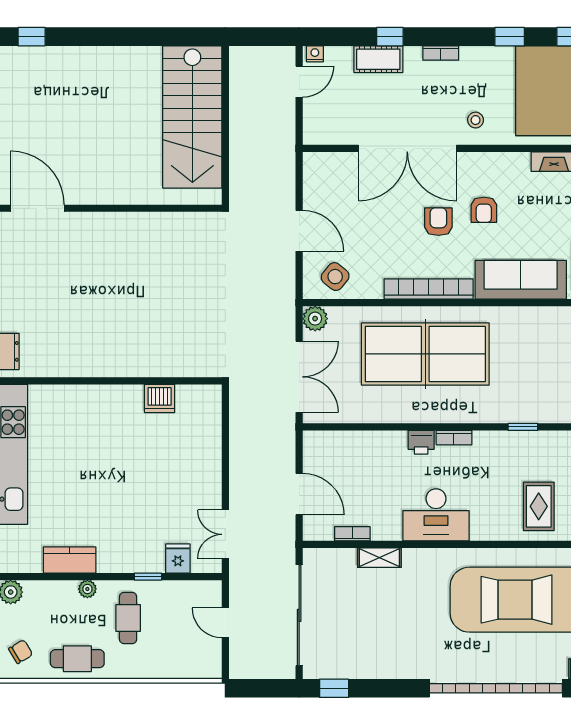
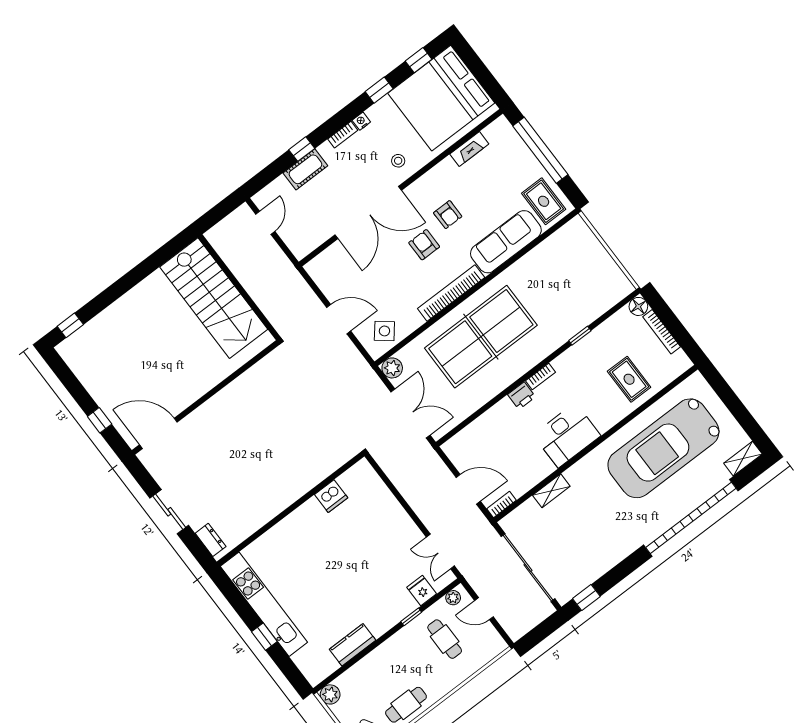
nightstand: (315, 54) -> (361, 121), moved
bookcase: (352, 534) -> (501, 504), moved
plant: (87, 589) -> (453, 598), moved
cafe table: (128, 618) -> (445, 639), moved

